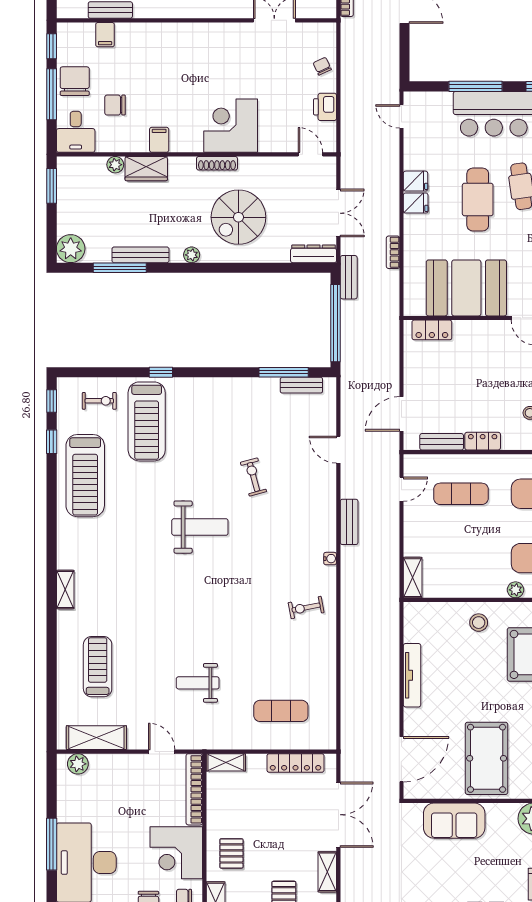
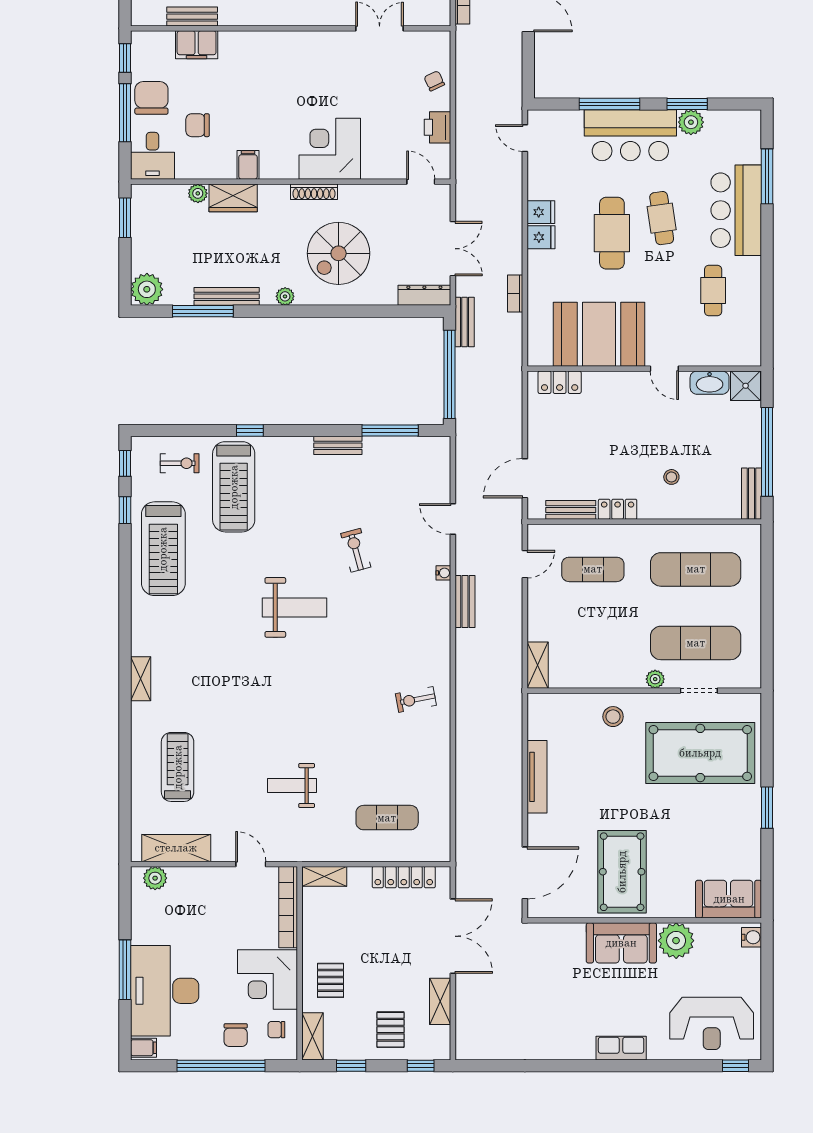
filing cabinet: (105, 35) -> (197, 45), width x2.00
bench: (301, 385) -> (338, 445), moved
water cooler: (330, 559) -> (443, 573), moved
sofa: (454, 821) -> (621, 943), moved

